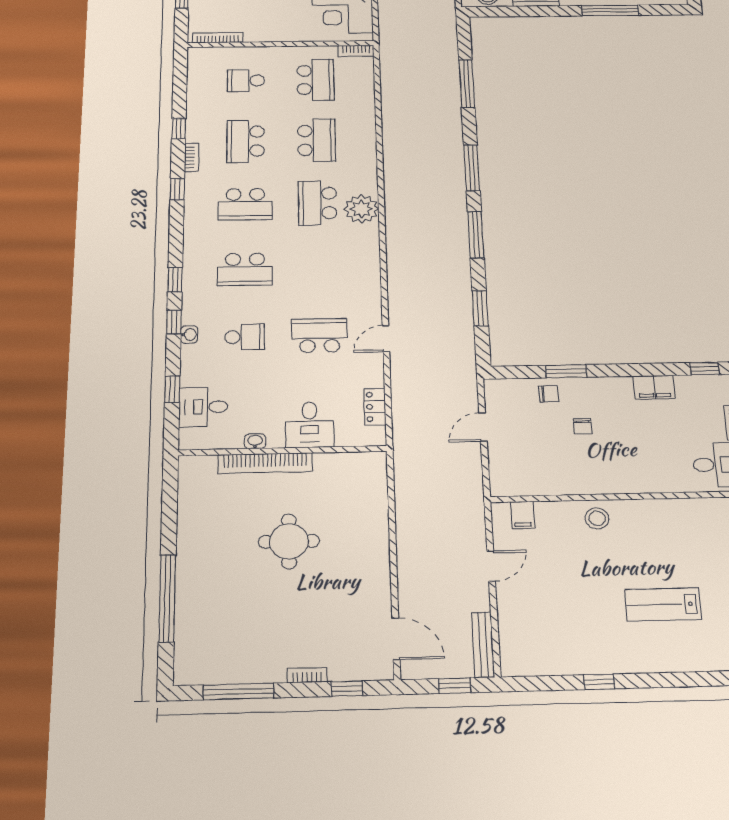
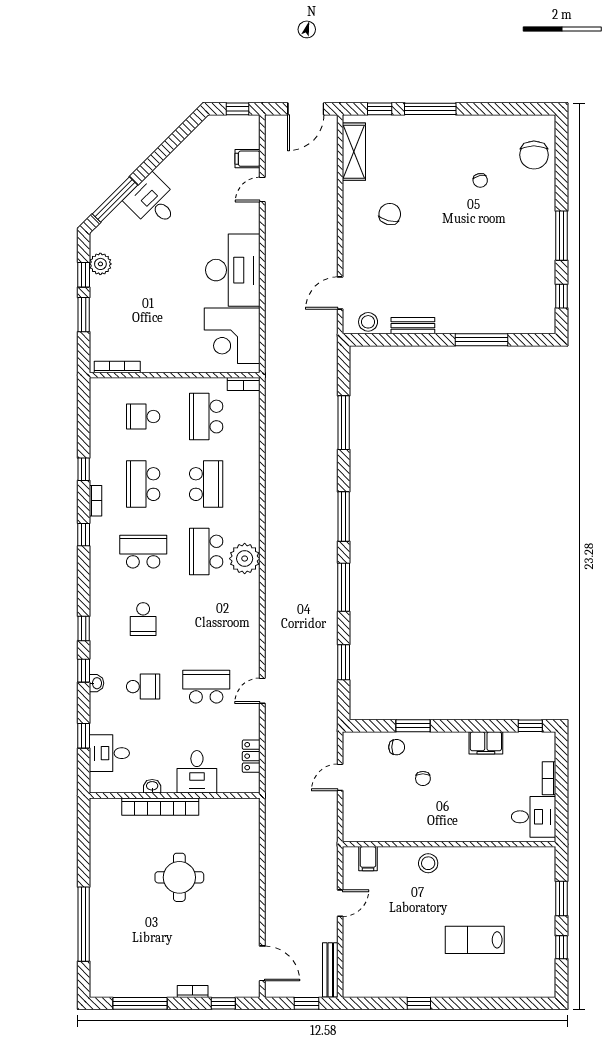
school desk: (316, 80) -> (206, 417), turned 180
school desk: (245, 204) -> (143, 552), turned 180
school desk: (245, 269) -> (143, 619), width x0.54

